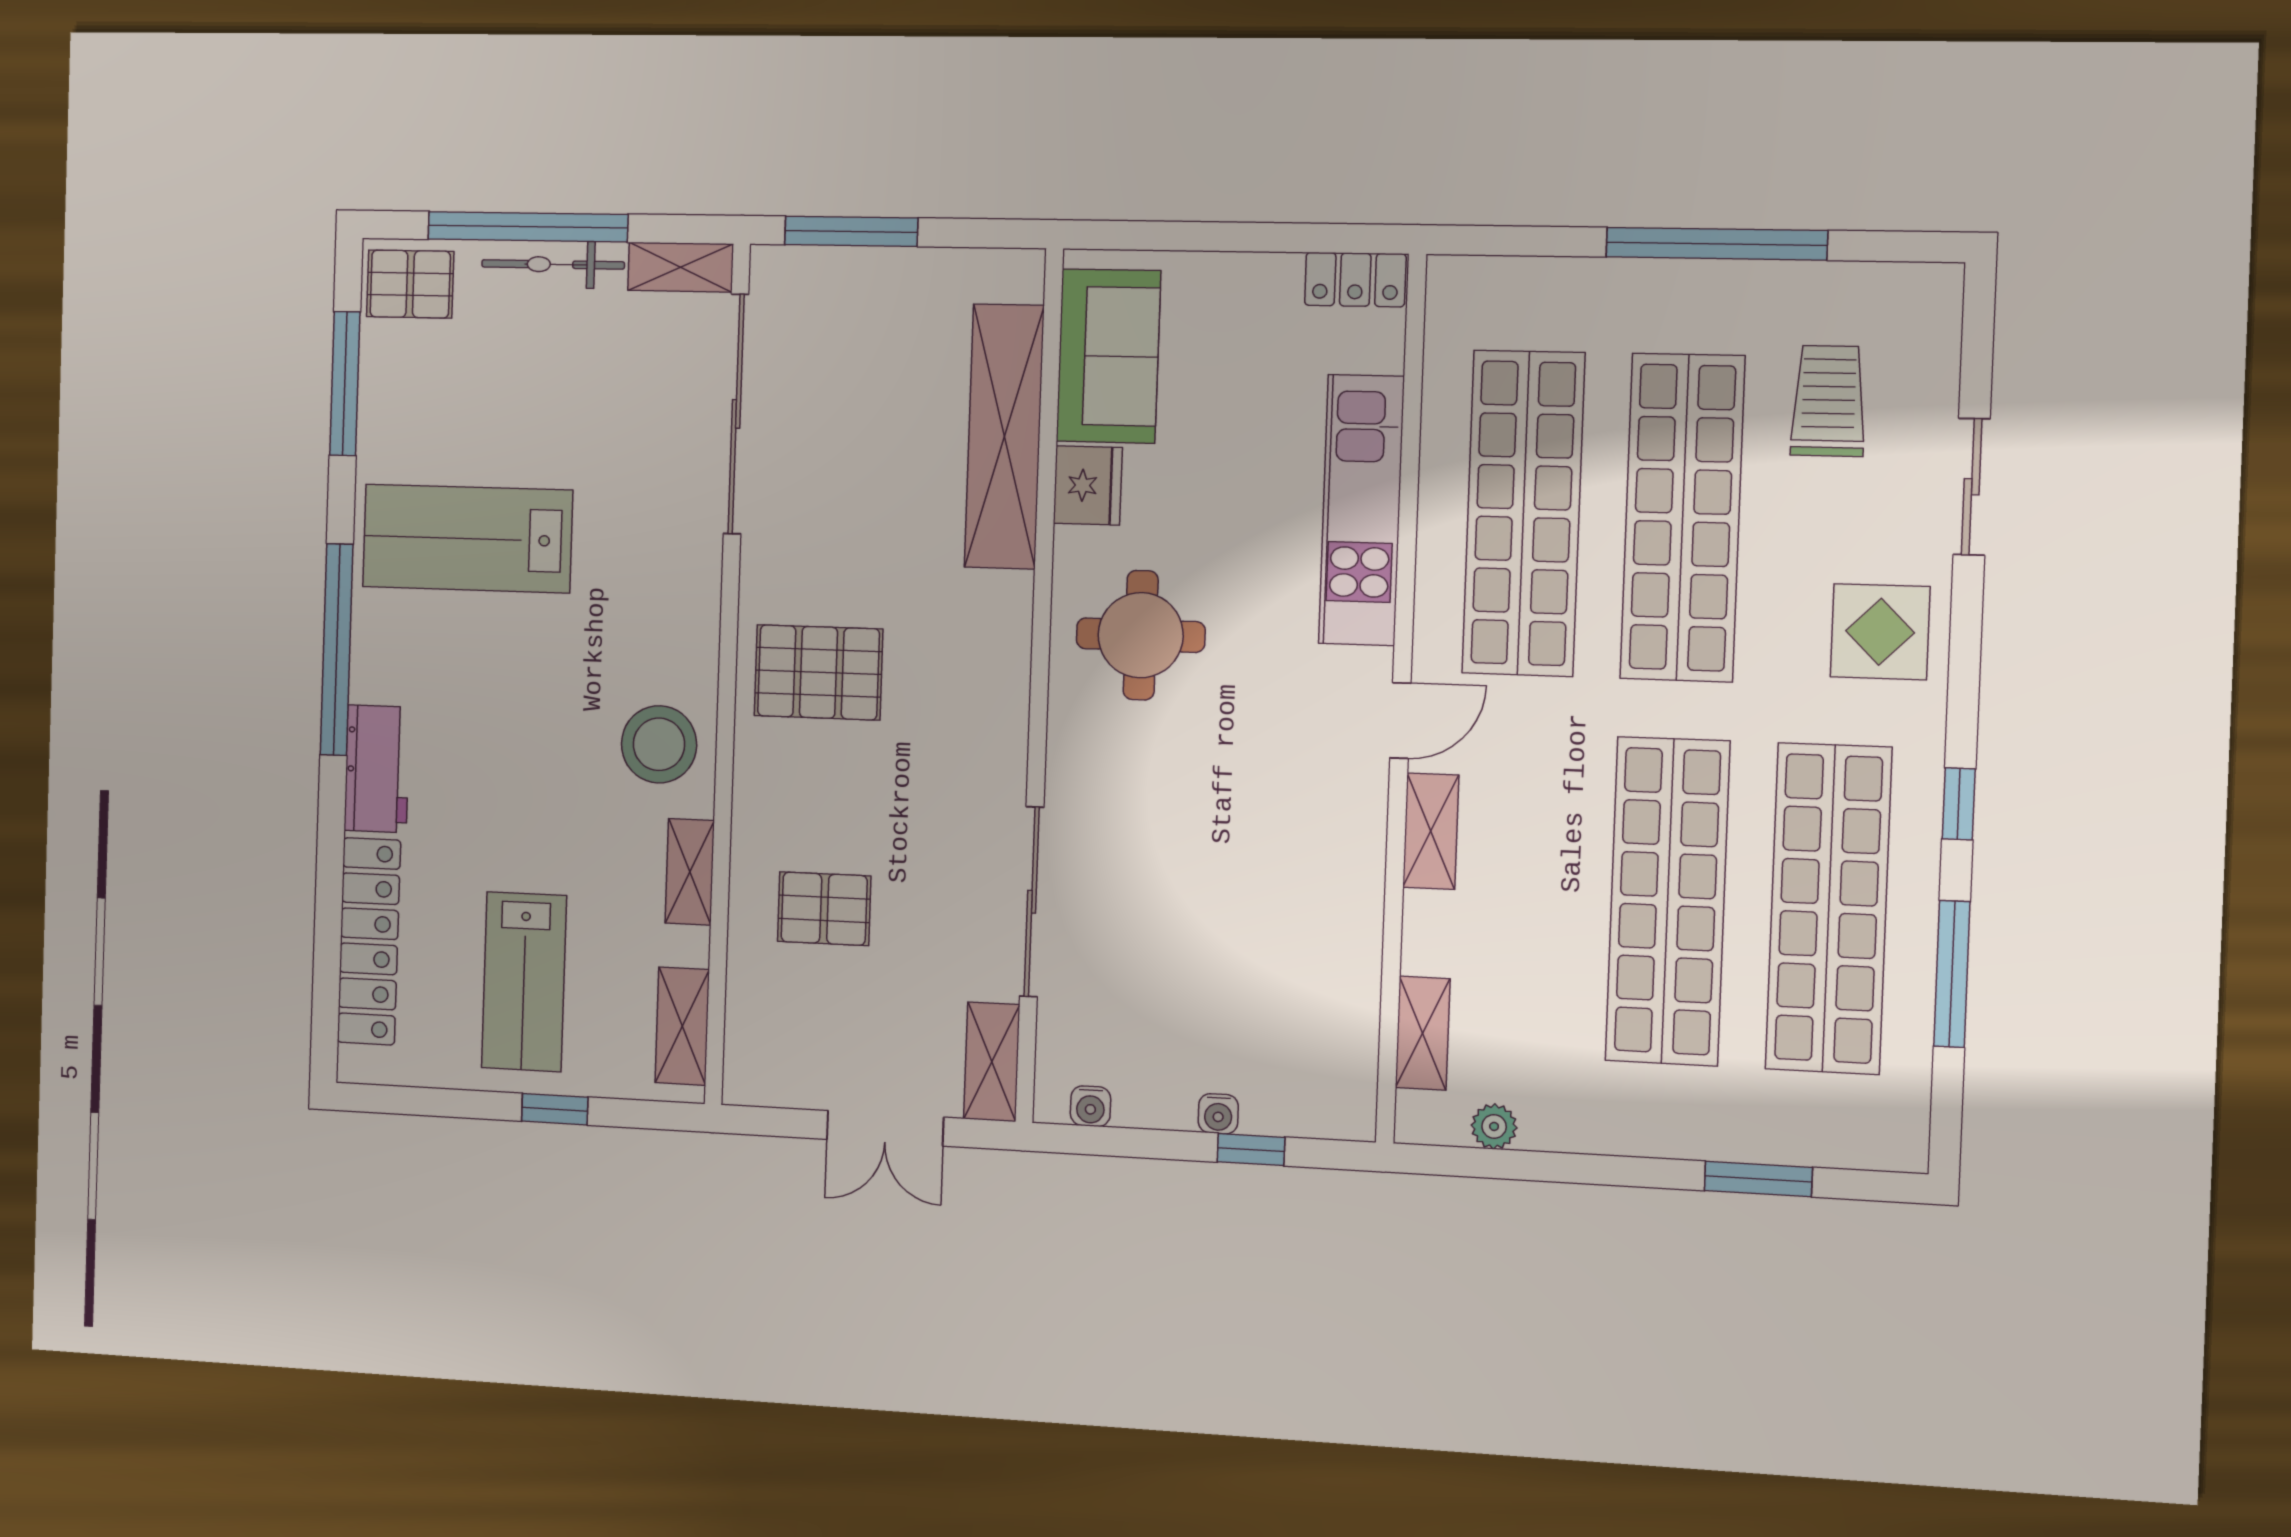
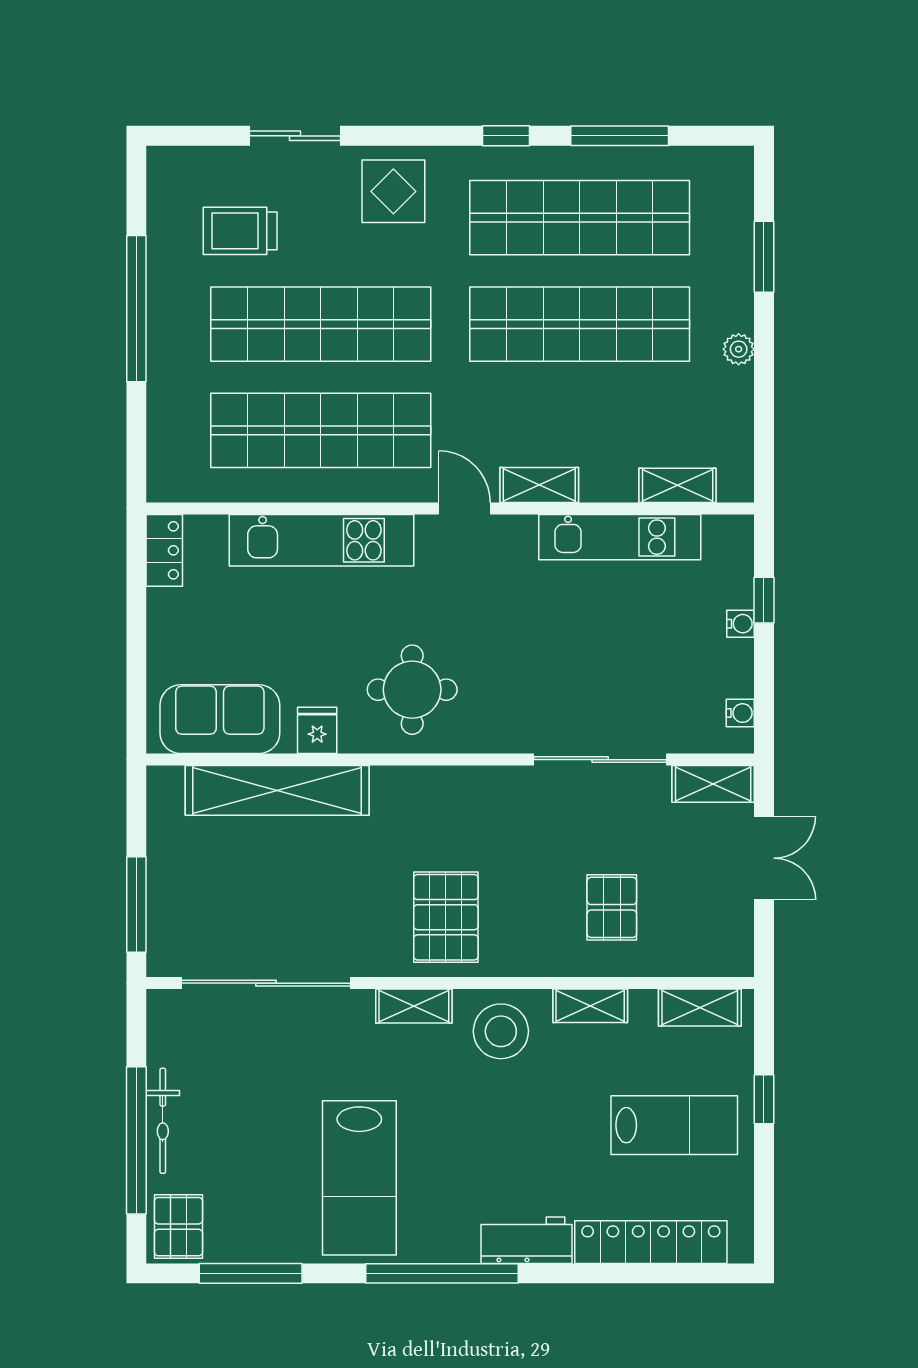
shelving: (681, 267) -> (414, 1006), moved, turned 90
fridge: (1088, 485) -> (317, 730), width x0.72
kitchen unit: (1350, 945) -> (620, 537), added
plant: (1494, 1126) -> (739, 349), moved

